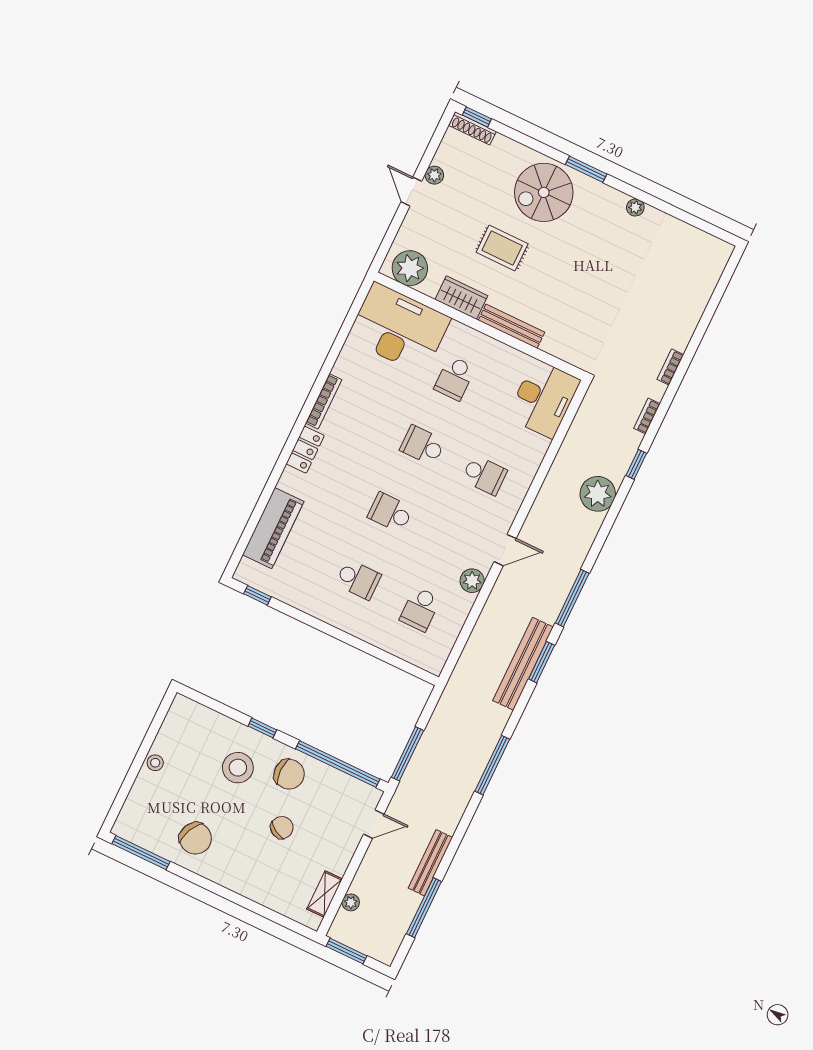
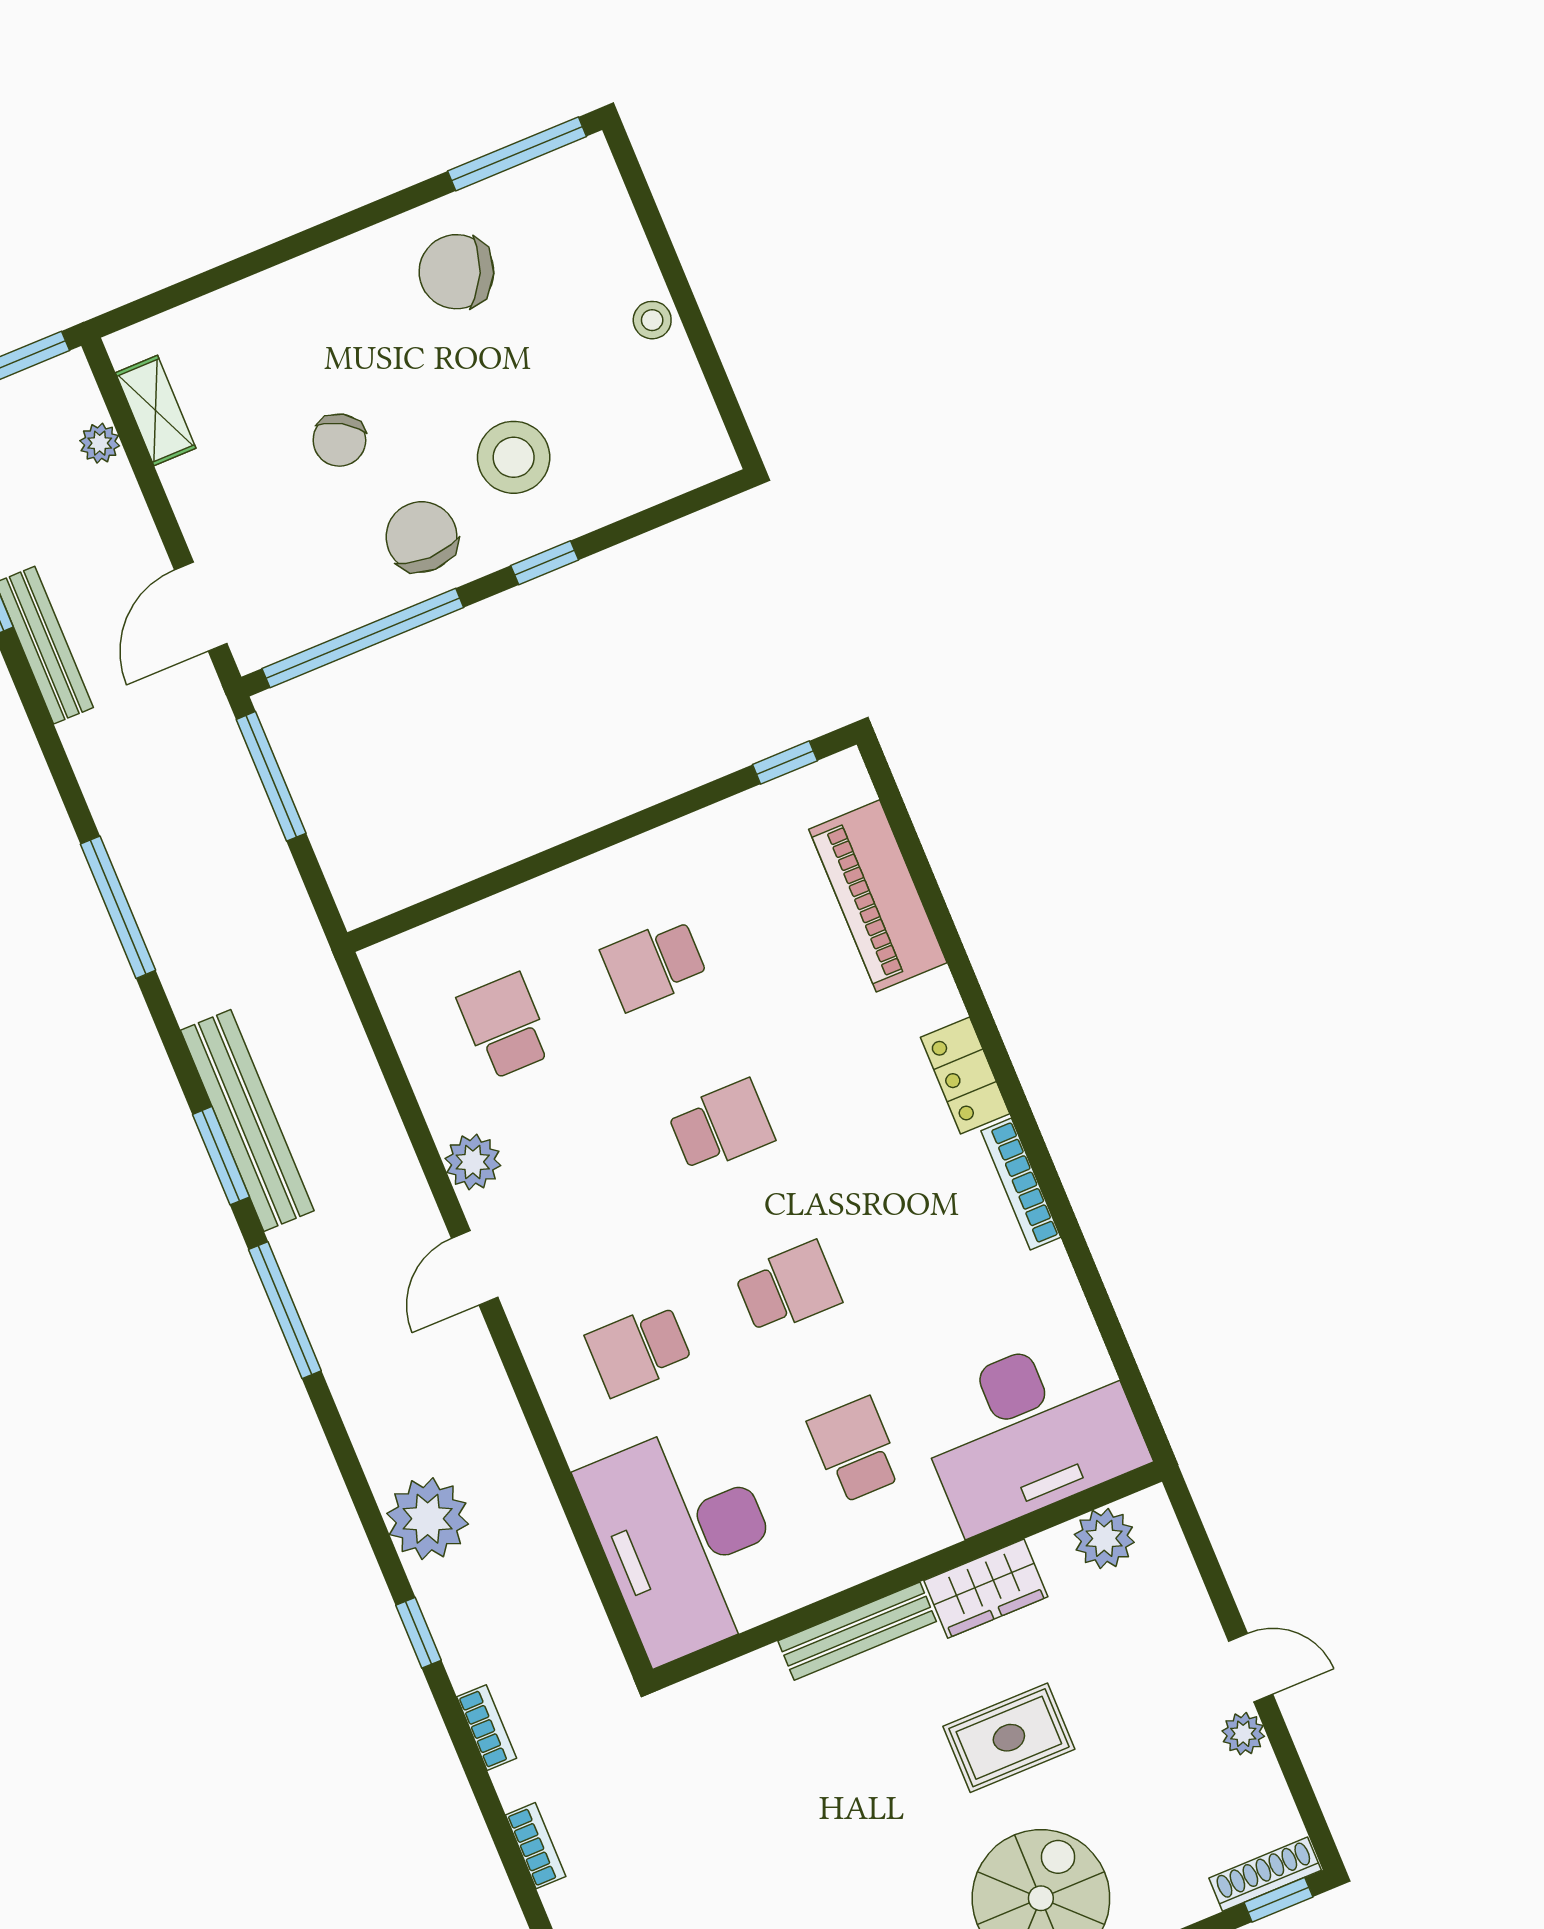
plant: (410, 268) -> (1104, 1538), width x0.73, depth x0.73
desk: (544, 399) -> (686, 1540), width x1.36, depth x1.30
chair: (289, 774) -> (422, 537), turned 90
door: (374, 824) -> (201, 607), width x1.38

